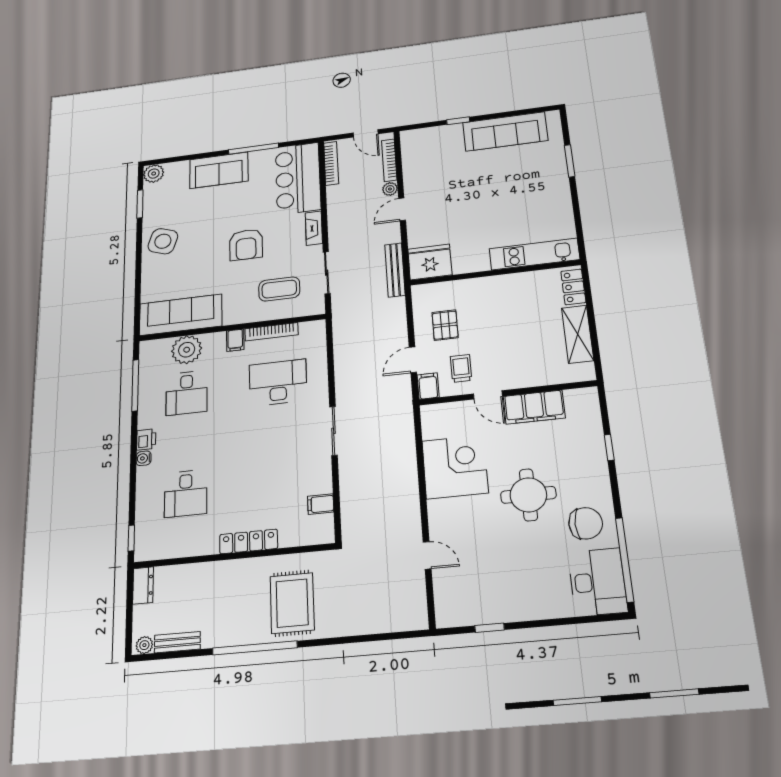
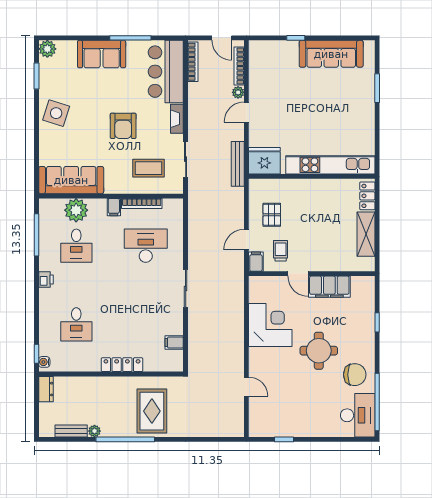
kitchen unit: (534, 254) -> (330, 165), width x1.36
water cooler: (144, 458) -> (44, 362), moved
plant: (144, 645) -> (94, 431), moved

